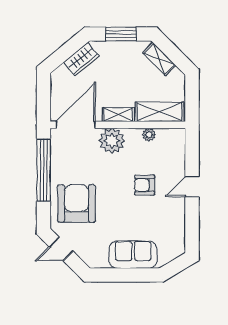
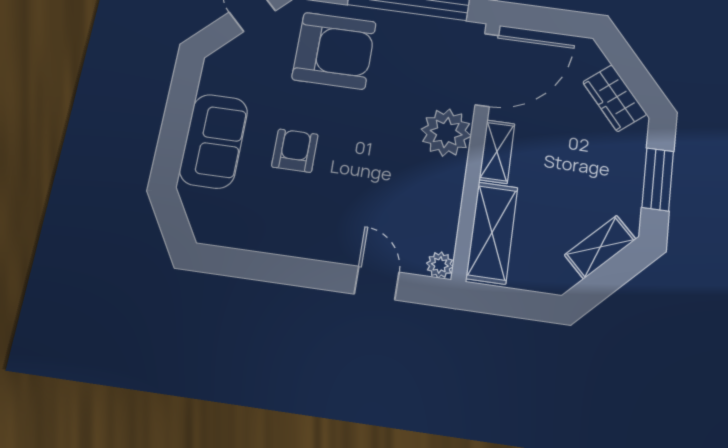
door: (76, 125) -> (487, 70), hinge flipped
plant: (149, 135) -> (440, 265), moved
armchair: (145, 185) -> (295, 151), moved
door: (192, 187) -> (377, 283), moved

